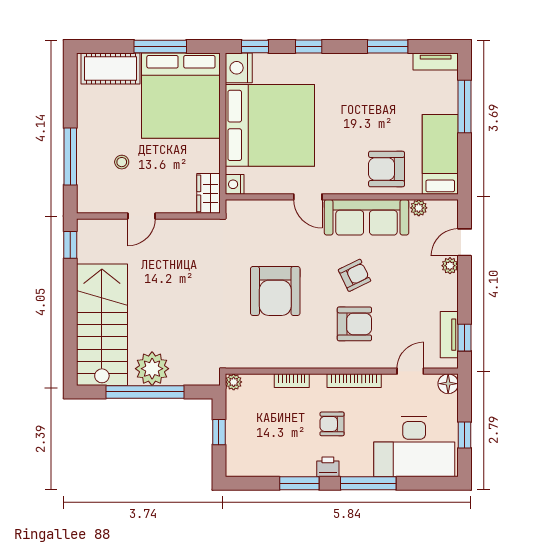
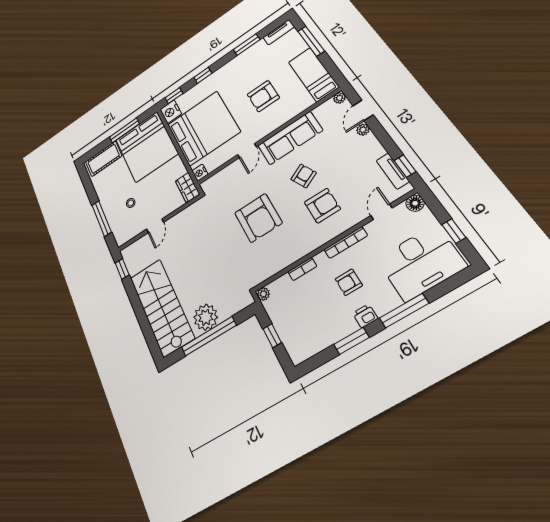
armchair: (387, 169) -> (263, 96), moved
door: (308, 197) -> (247, 151), hinge flipped
plant: (419, 208) -> (339, 98), moved

